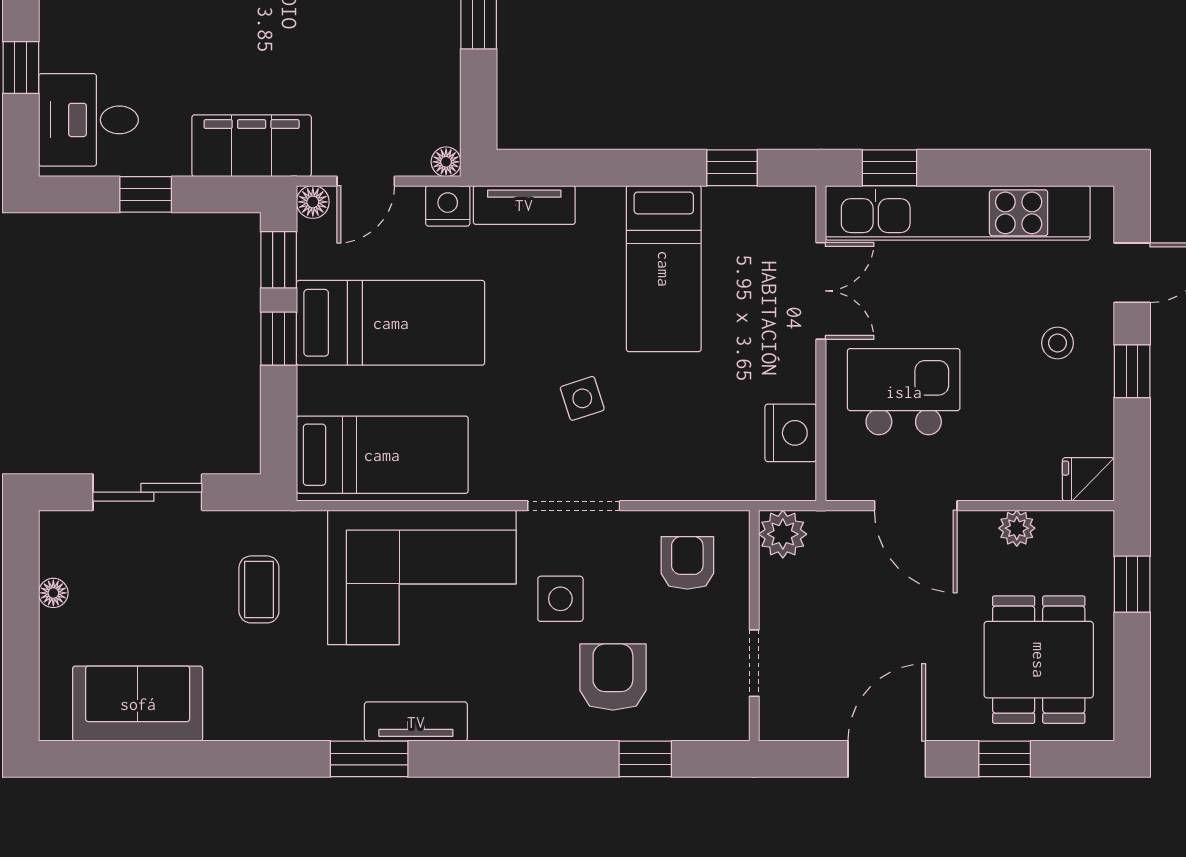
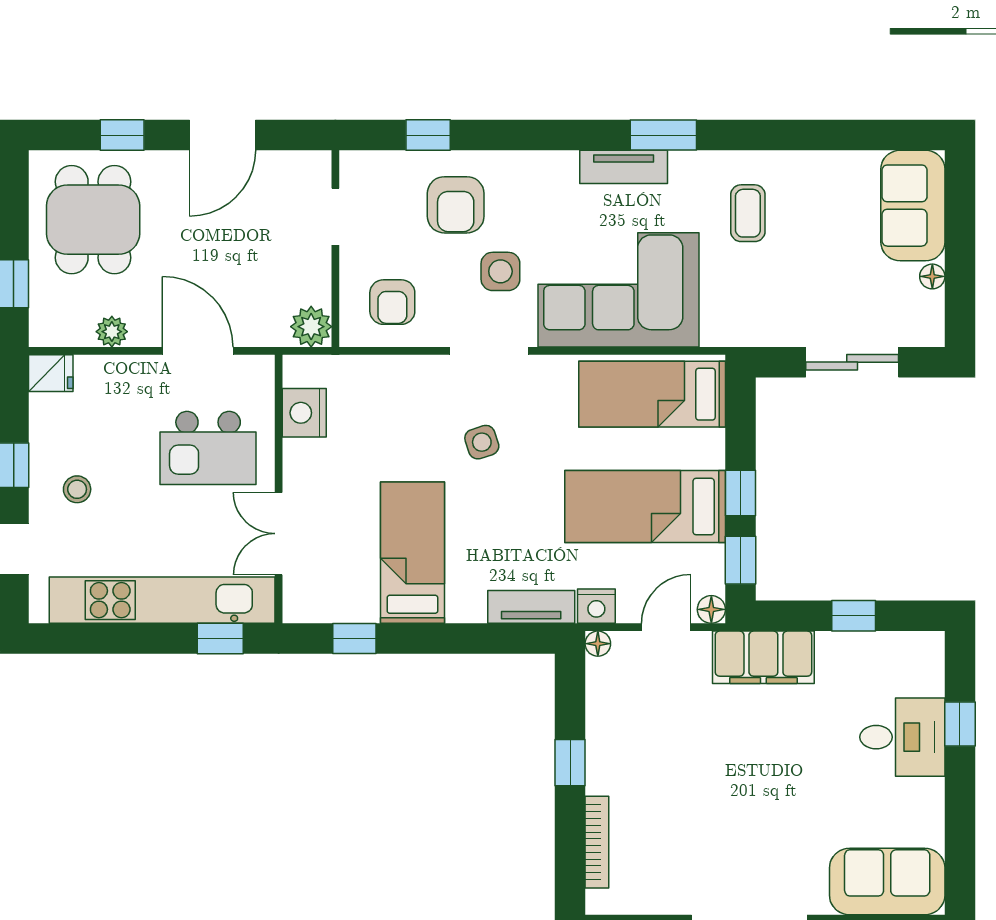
desk: (88, 120) -> (902, 737), moved
coffee table: (259, 589) -> (748, 213), moved
sofa: (138, 704) -> (913, 206), moved, turned 90

